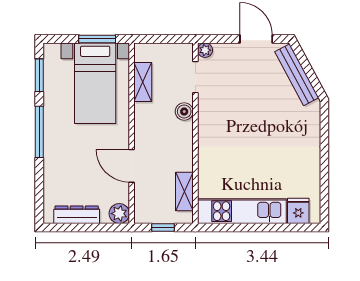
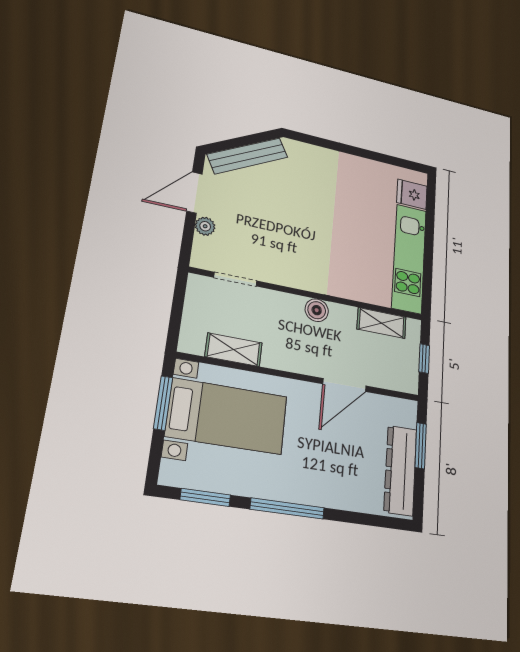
plant: (205, 50) -> (205, 226), moved
boiler: (184, 112) -> (317, 310), moved
plant: (119, 214) -> (404, 412), removed
dresser: (77, 215) -> (400, 470), width x1.37, depth x1.24
window: (97, 227) -> (421, 446), added

